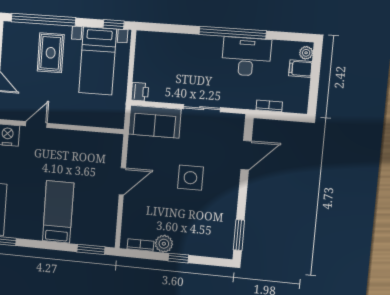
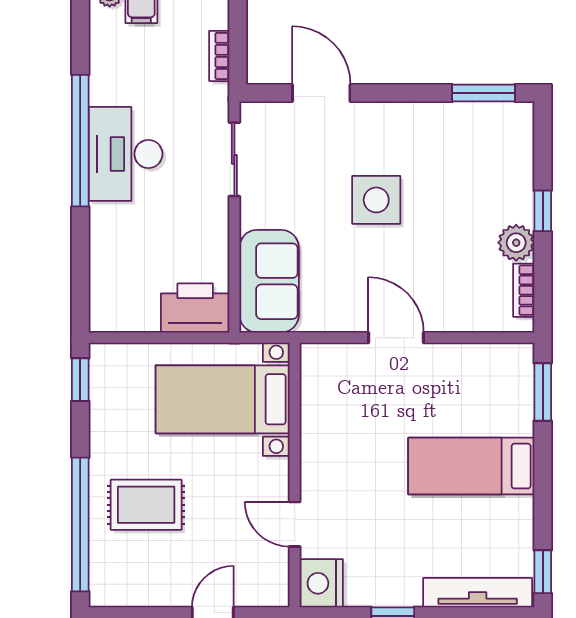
desk: (246, 57) -> (125, 154), moved
bed with nightstands: (98, 61) -> (223, 399), moved, turned 180
printer: (140, 92) -> (195, 308), width x1.87, depth x1.48
sliding door: (202, 108) -> (234, 159), moved

